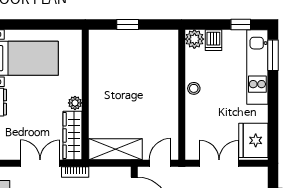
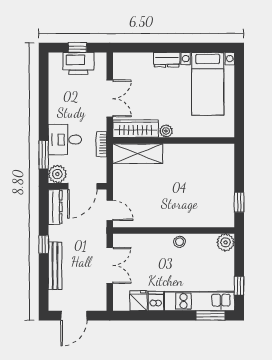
window: (128, 25) -> (239, 202), moved
dishwasher: (213, 40) -> (156, 301), moved, turned 90
fridge: (253, 140) -> (139, 301), width x0.53, depth x0.75
shelving: (115, 149) -> (138, 154), moved, turned 90
bookcase: (75, 172) -> (102, 144), moved

